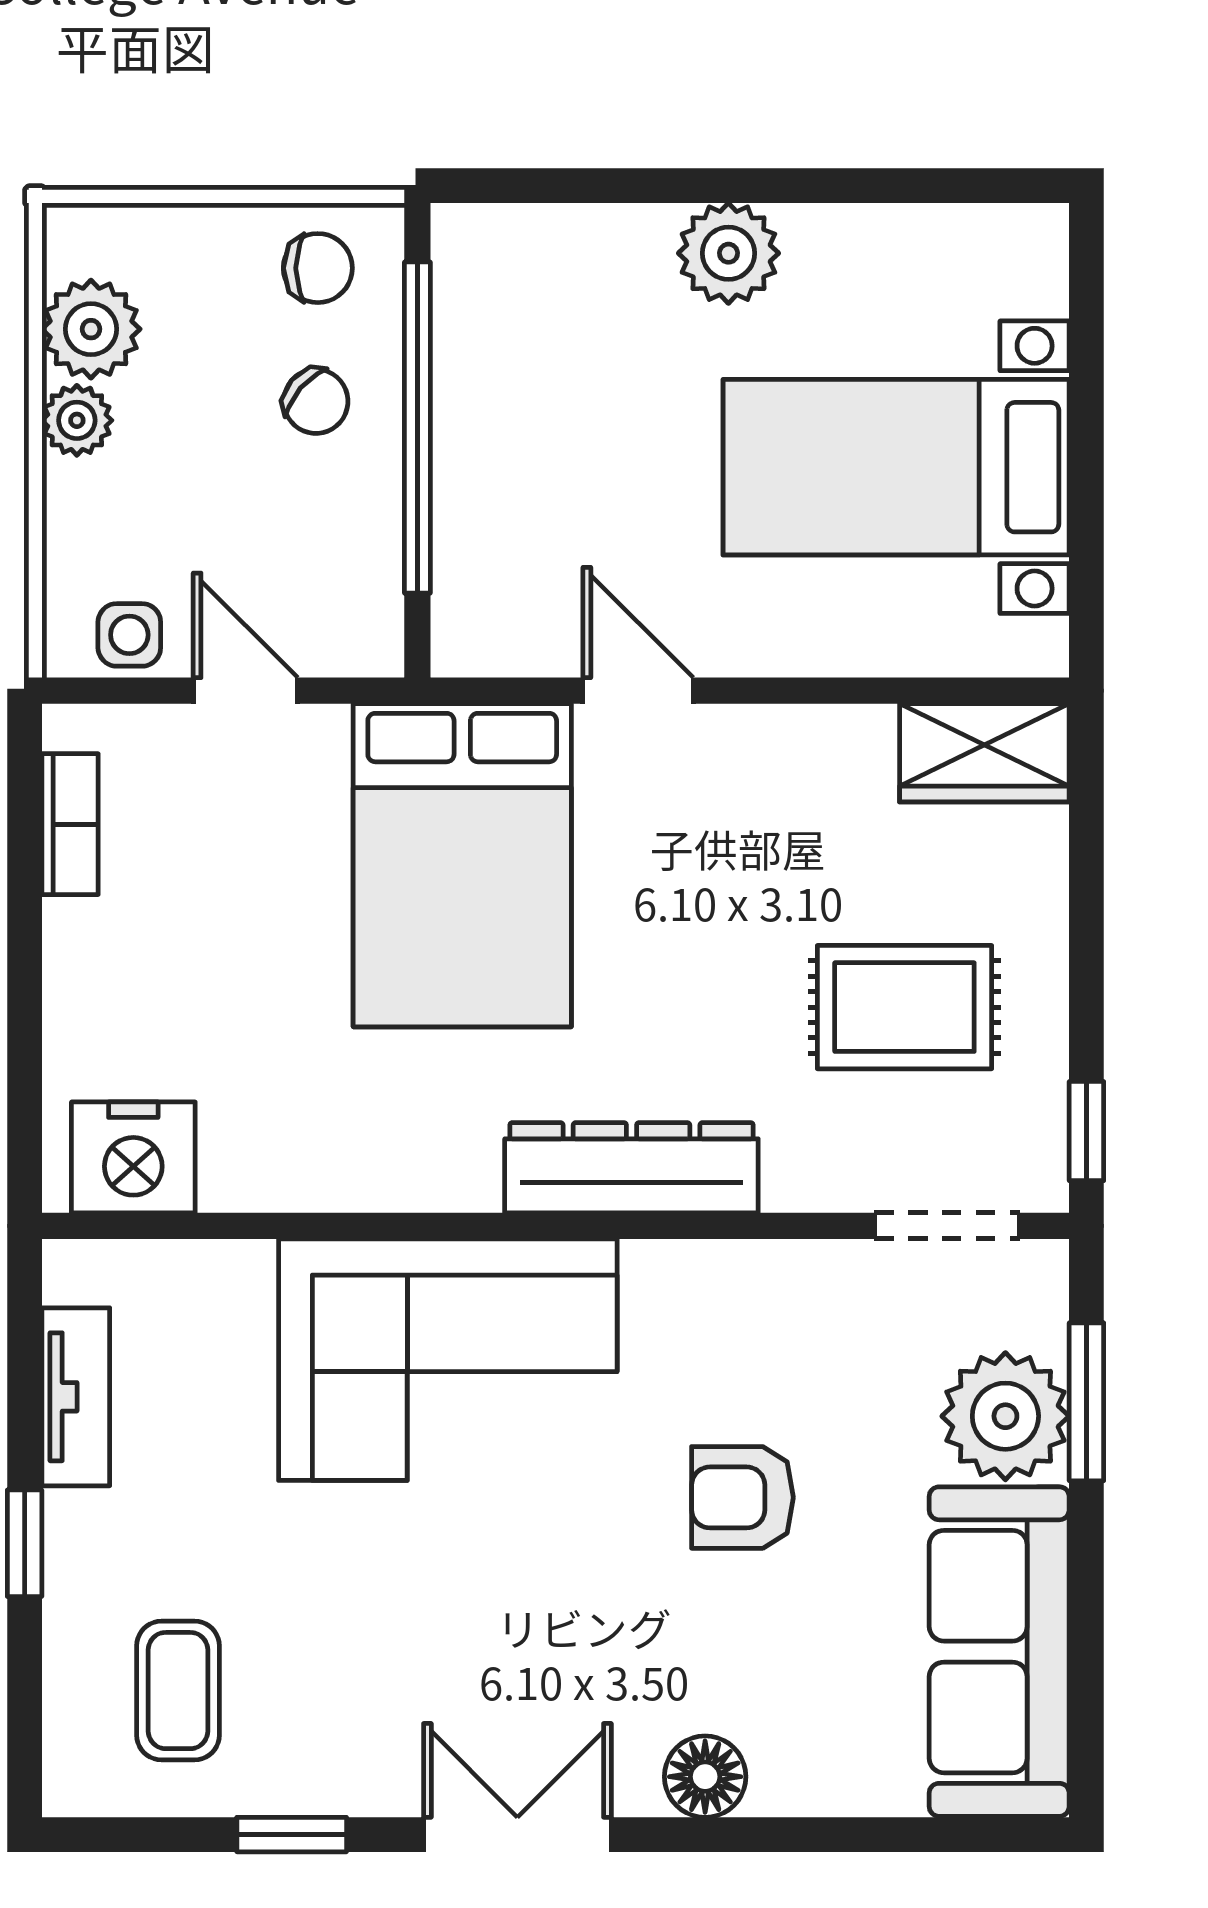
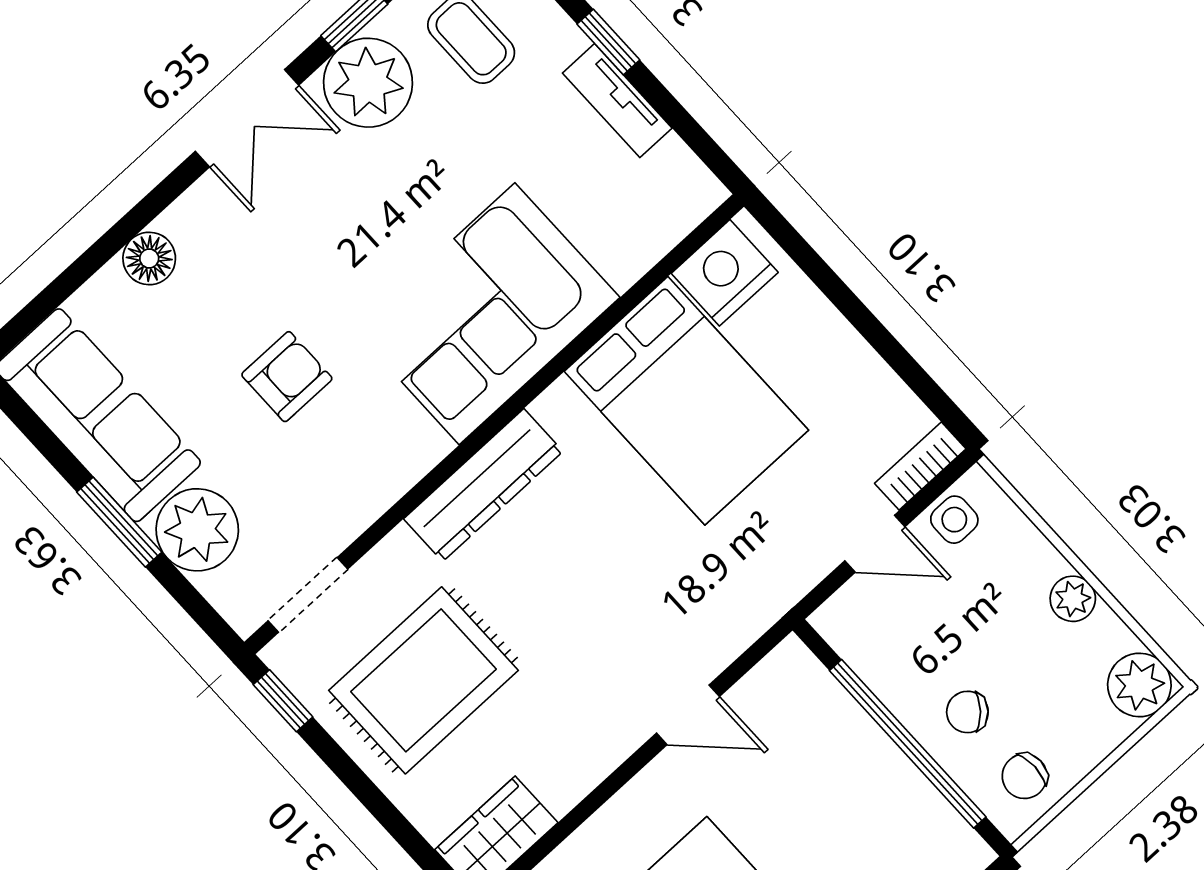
plant: (91, 329) -> (1139, 685), moved
bookcase: (70, 824) -> (920, 466), moved, turned 90
bed: (462, 865) -> (686, 401), moved, turned 180
rug: (904, 1007) -> (423, 680), width x1.36, depth x1.43
tv unit: (76, 1397) -> (617, 101), moved
window: (1086, 1402) -> (119, 522), moved
plant: (342, 1748) -> (368, 83), added
floor lamp: (705, 1777) -> (149, 259), moved

